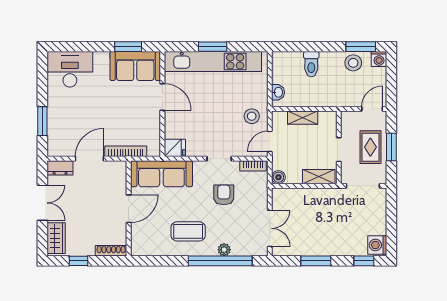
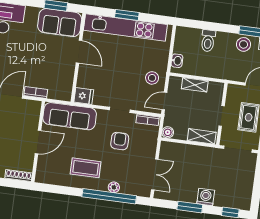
bookcase: (126, 151) -> (36, 93), width x0.64
washing machine: (377, 245) -> (206, 197), moved, turned 90

